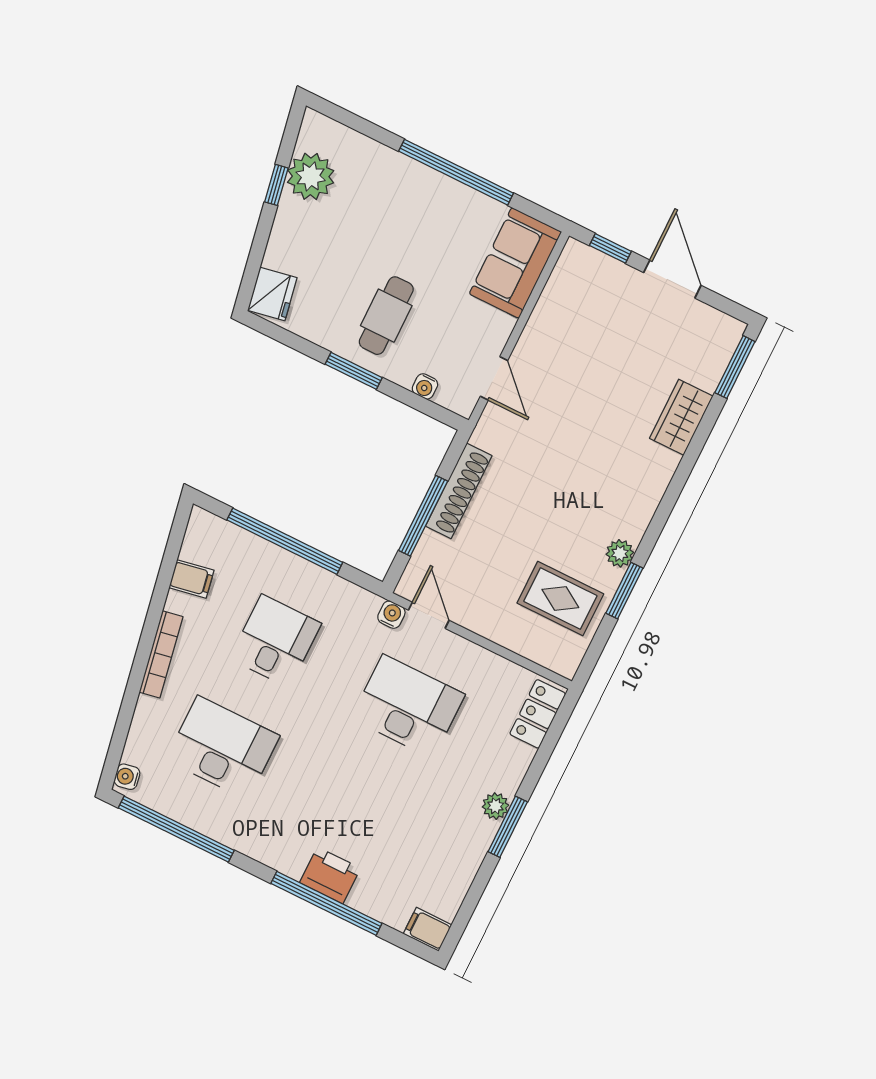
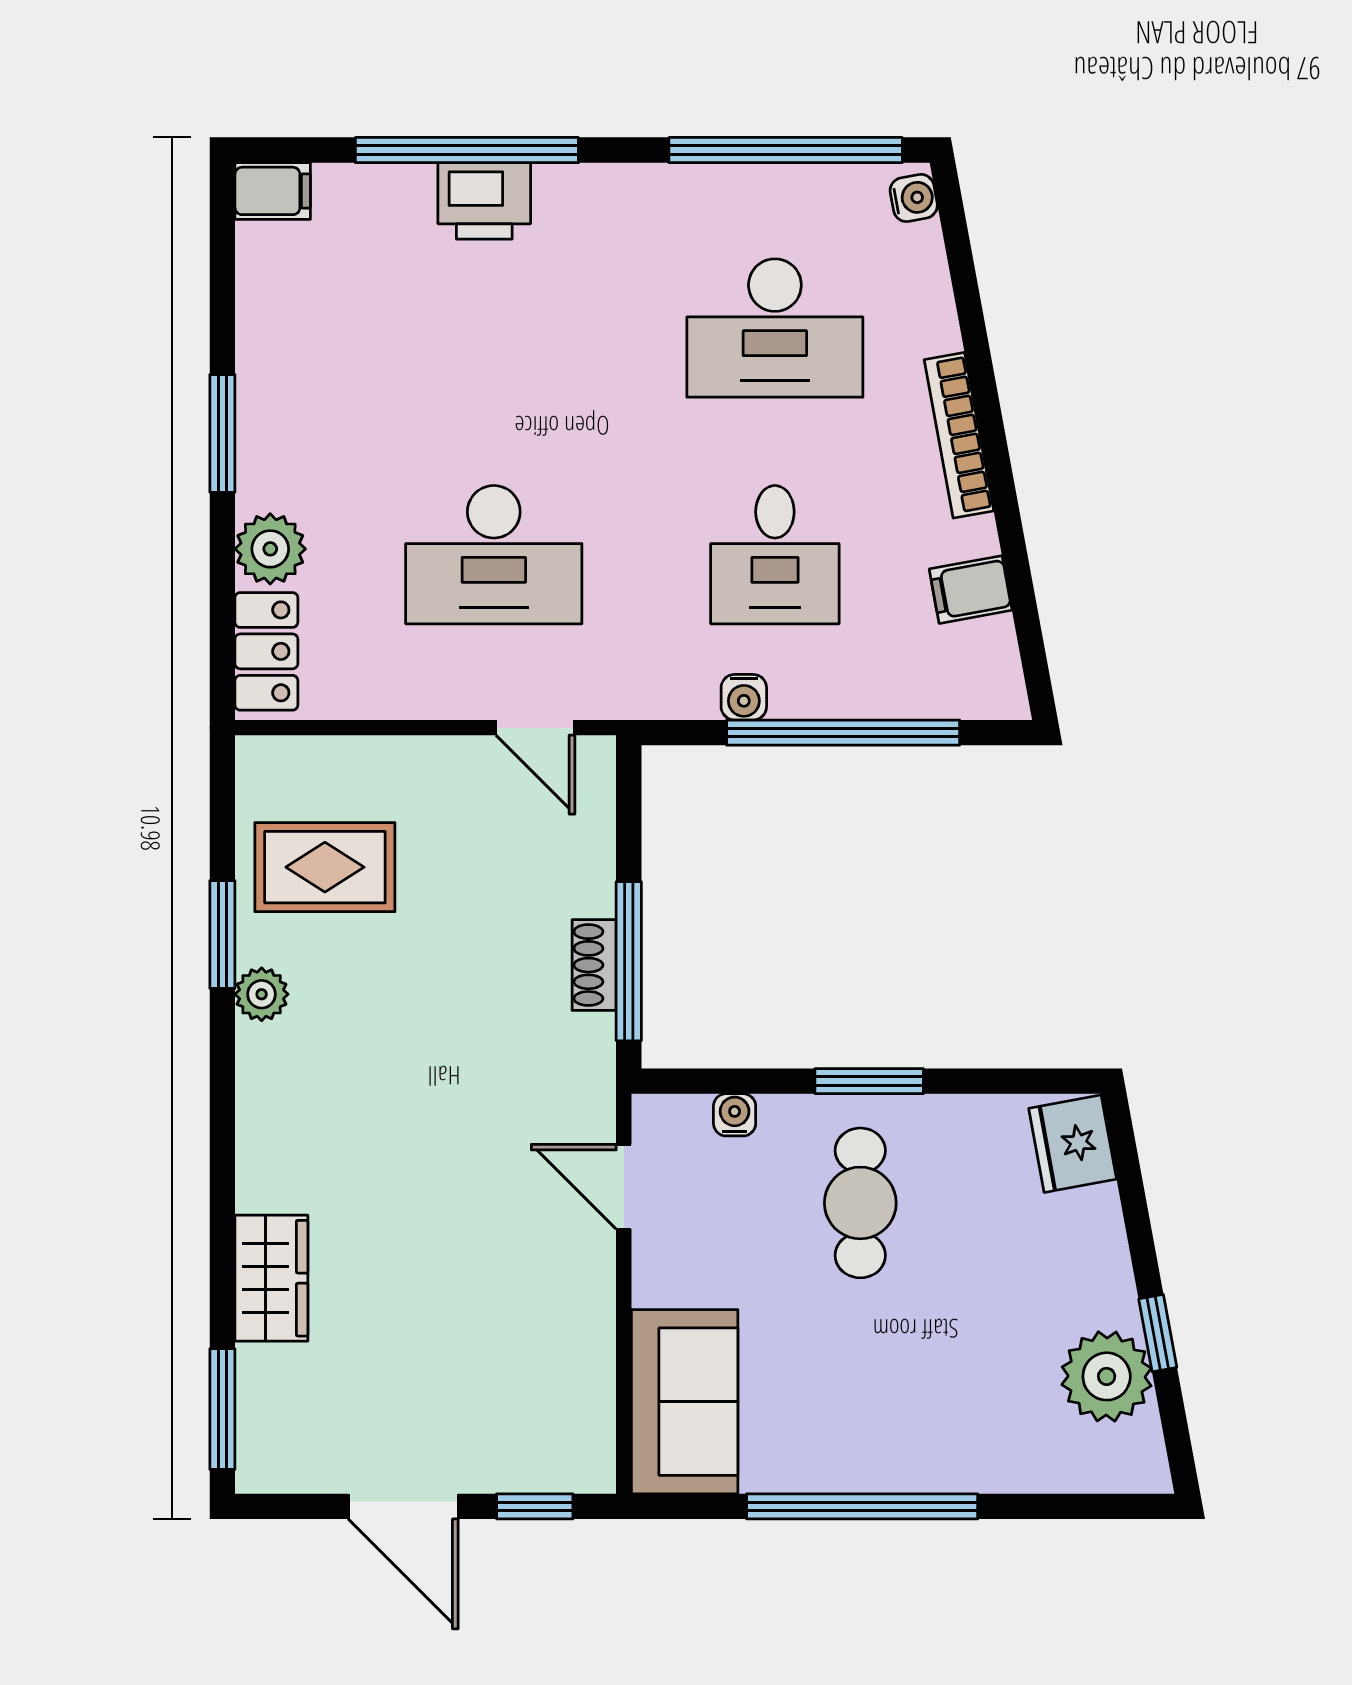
shoe rack: (459, 491) -> (594, 965), width x0.51, depth x0.81
window: (423, 516) -> (629, 961), moved
water cooler: (391, 615) -> (744, 697), moved
plant: (495, 806) -> (270, 549), moved, width x1.38, depth x1.38

